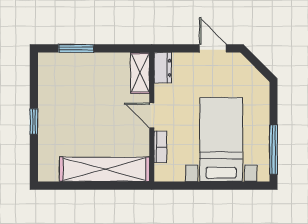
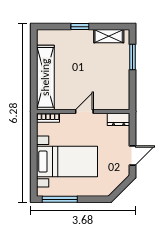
shelving: (140, 73) -> (109, 36), moved
bookcase: (160, 147) -> (48, 118), moved

